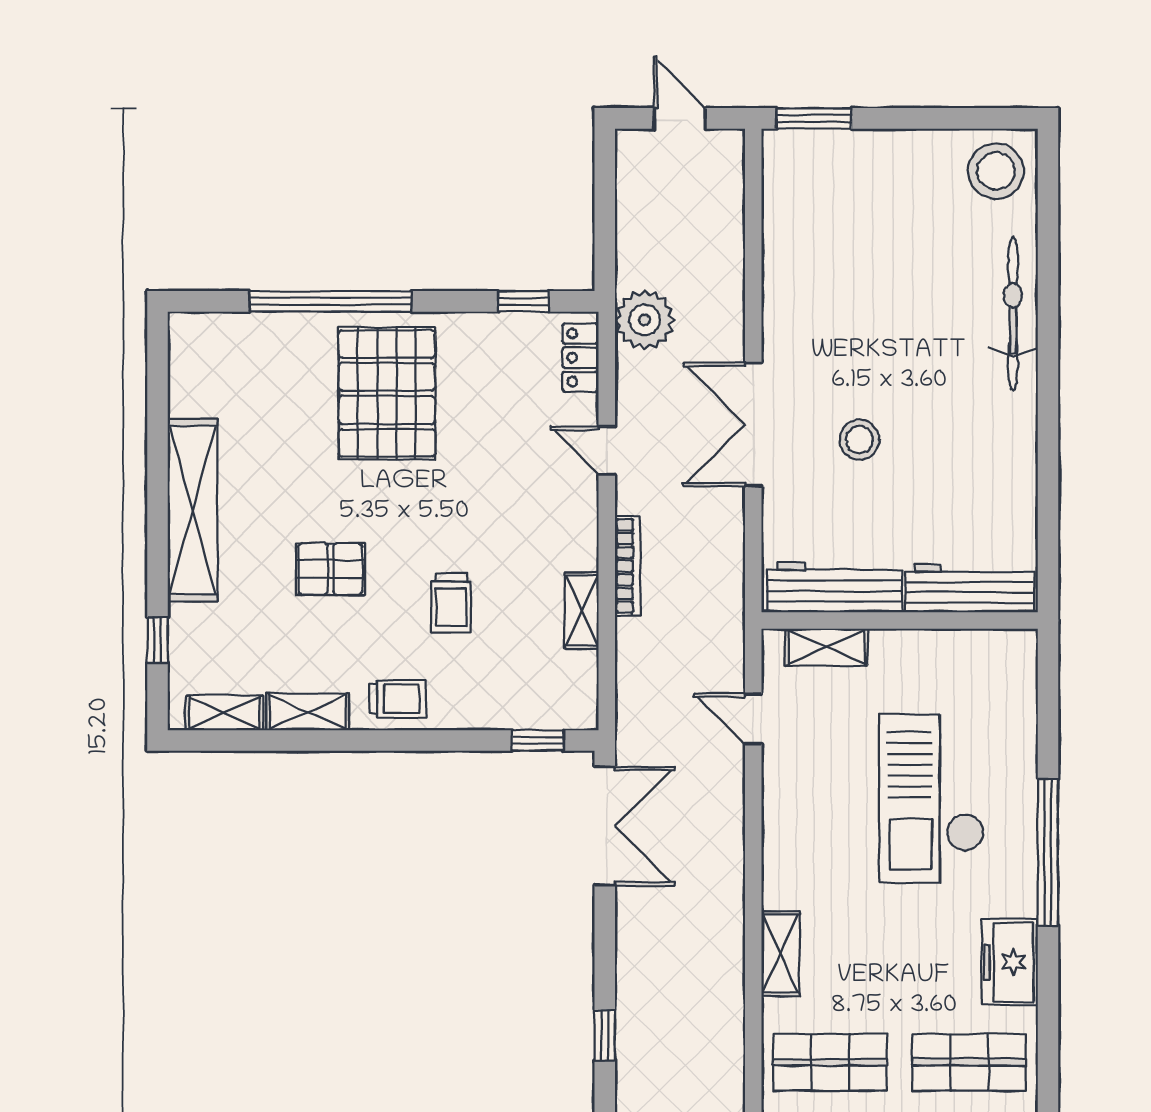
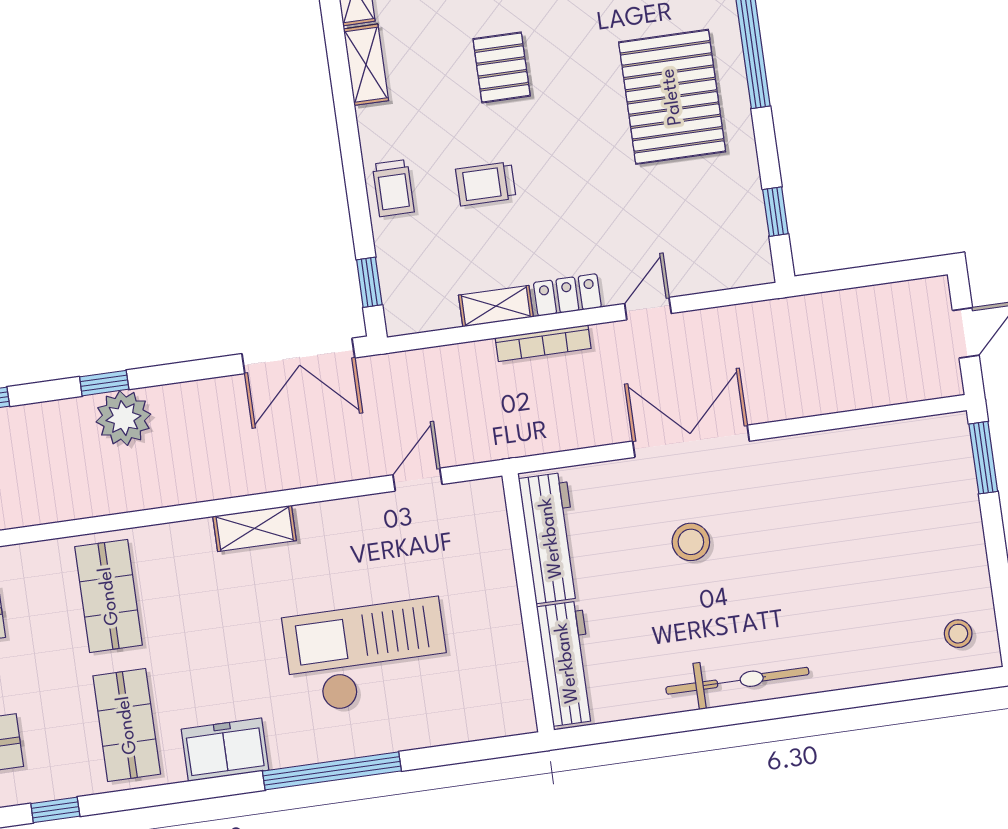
stool: (996, 171) -> (958, 634), width x0.53, depth x0.53
bicycle: (1013, 314) -> (737, 681), moved
plant: (645, 320) -> (123, 418), moved
locker: (580, 358) -> (567, 295), moved
pallet: (387, 393) -> (672, 97), turned 90
shelving: (826, 647) -> (494, 538), removed
trolley: (398, 699) -> (393, 188), moved
shelving: (780, 954) -> (255, 528), moved

